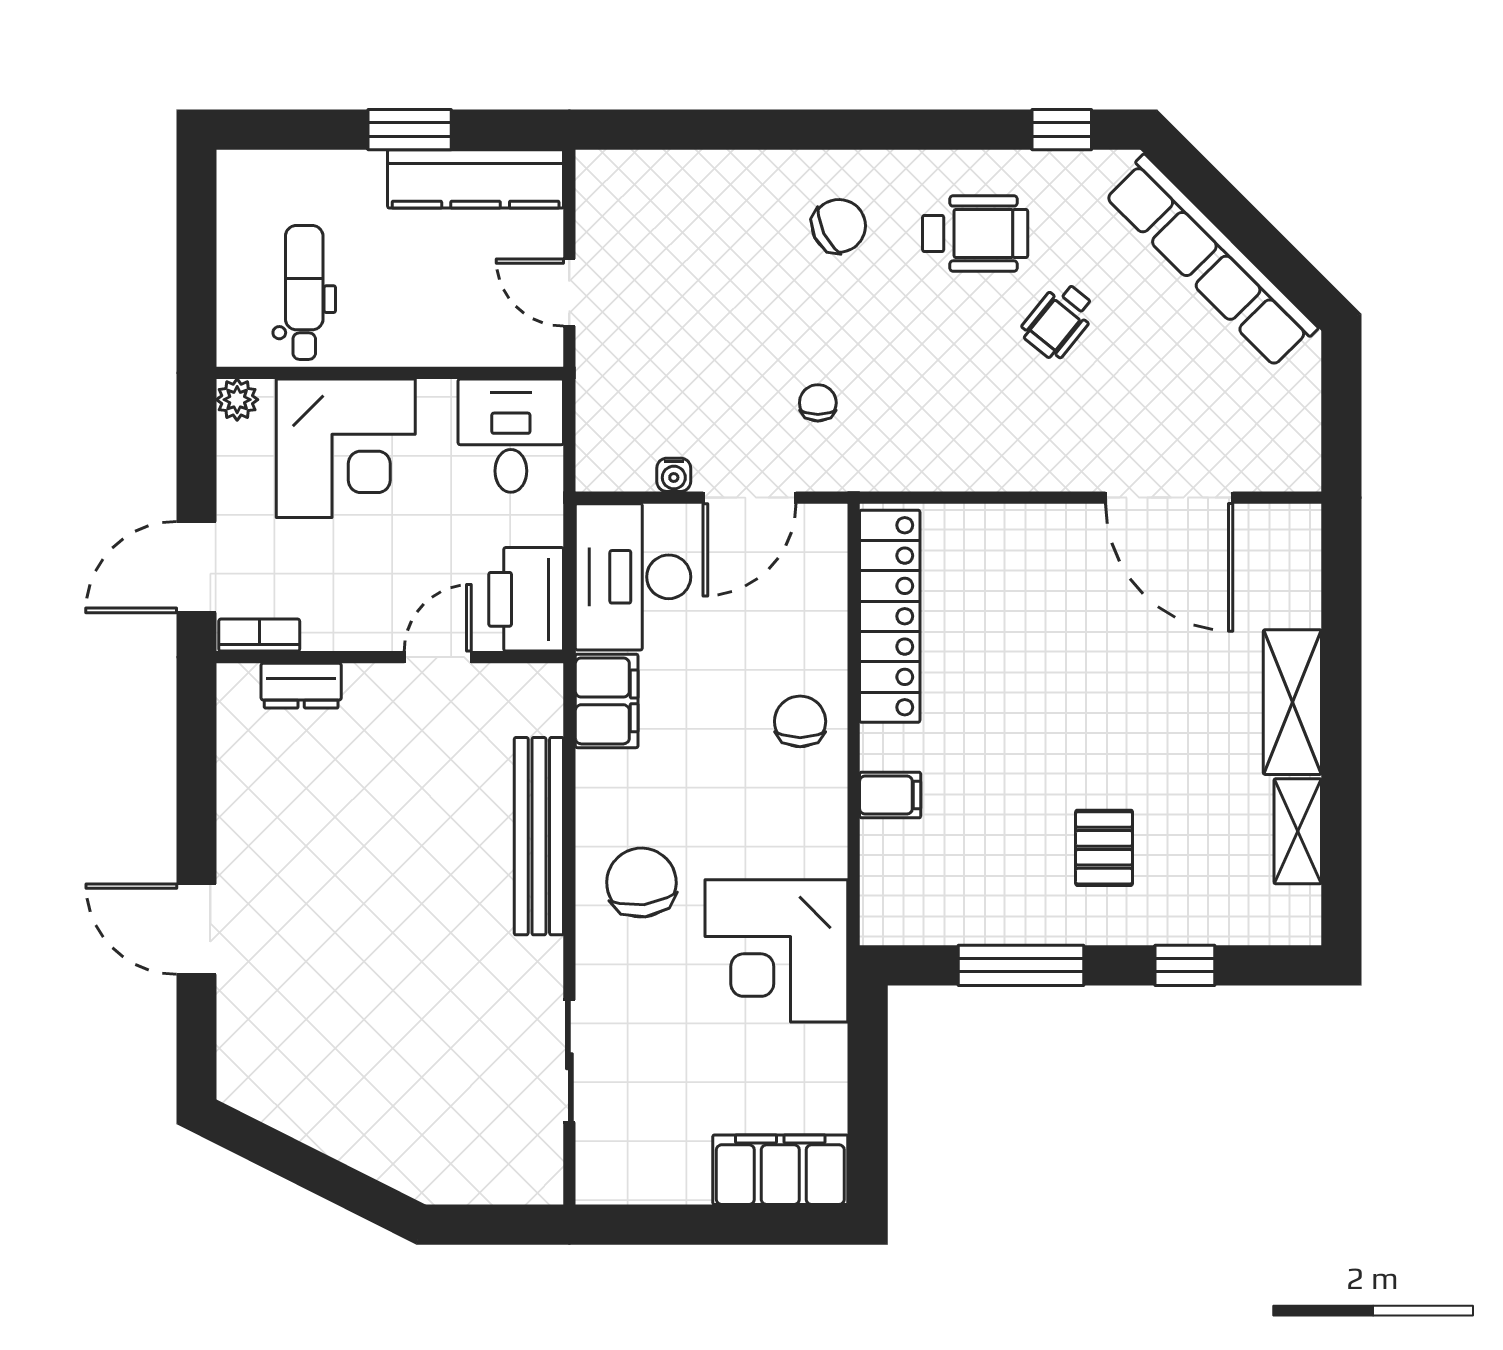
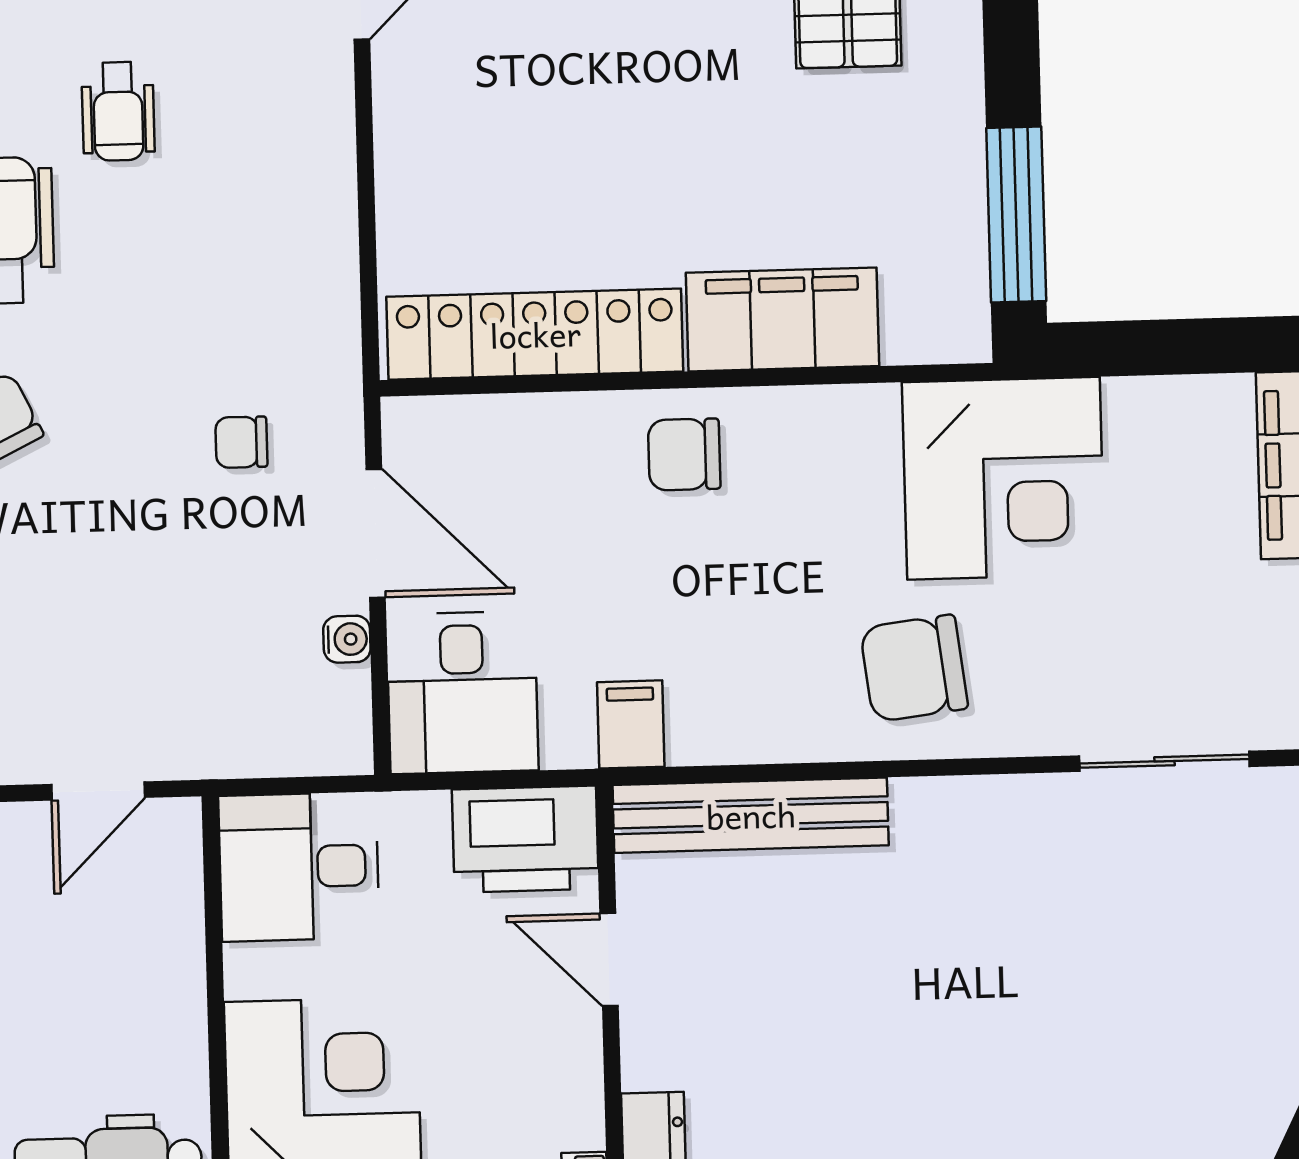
wheelchair: (1059, 321) -> (118, 111), turned 51
desk: (633, 577) -> (462, 693), width x0.73
filing cabinet: (607, 701) -> (631, 724), width x0.50
filing cabinet: (890, 795) -> (783, 319), width x3.00, depth x1.17
bench: (539, 836) -> (751, 815), moved
window: (1021, 965) -> (1016, 215), moved

